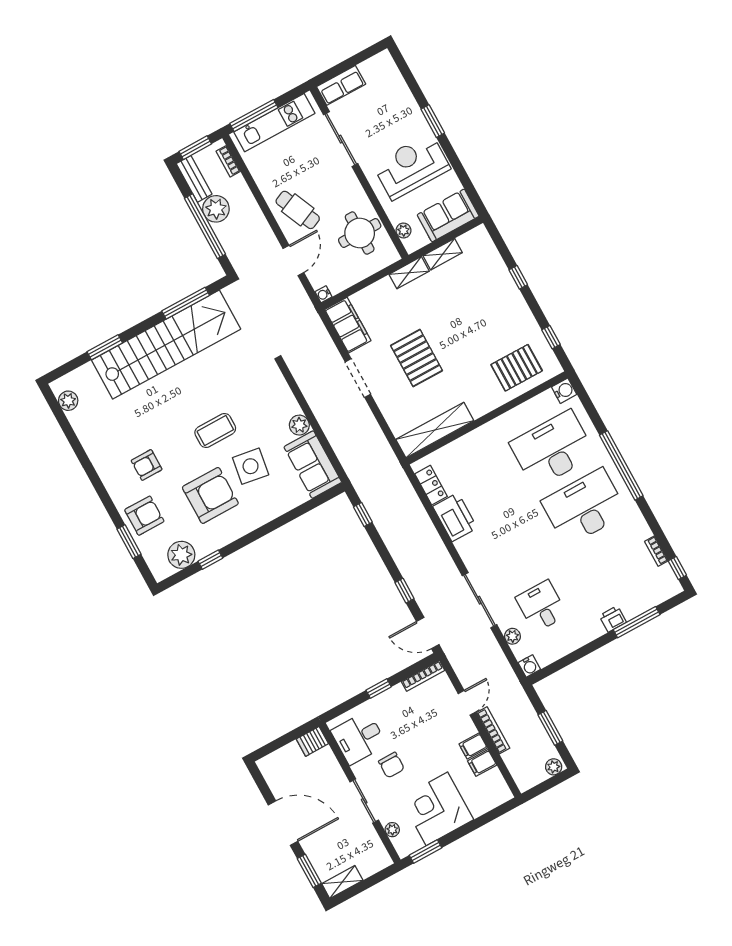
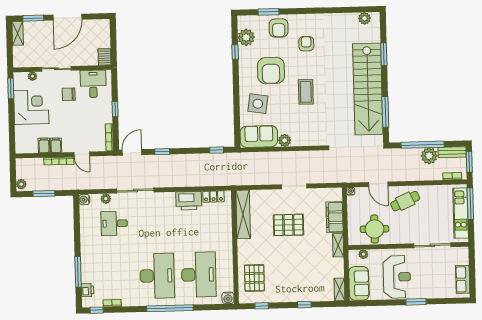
row of seats: (341, 85) -> (463, 279), moved
shelving: (443, 254) -> (339, 289), moved
filing cabinet: (348, 325) -> (335, 217), moved, turned 90
side table: (251, 466) -> (258, 104), moved
desk: (541, 606) -> (114, 223), turned 180
printer: (613, 619) -> (88, 290), moved

